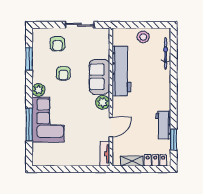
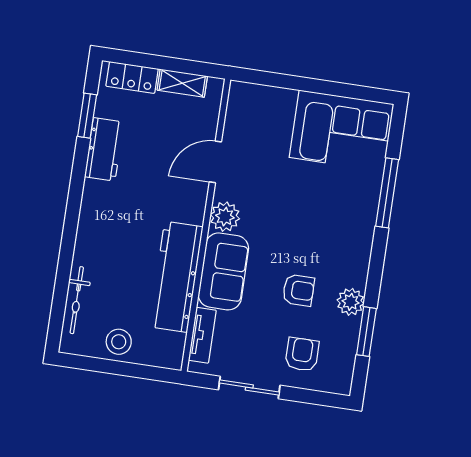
armchair: (63, 73) -> (299, 290), turned 90
plant: (39, 90) -> (351, 302), moved
corner sofa: (48, 120) -> (342, 131), moved, turned -90
tv unit: (105, 154) -> (202, 335), moved

